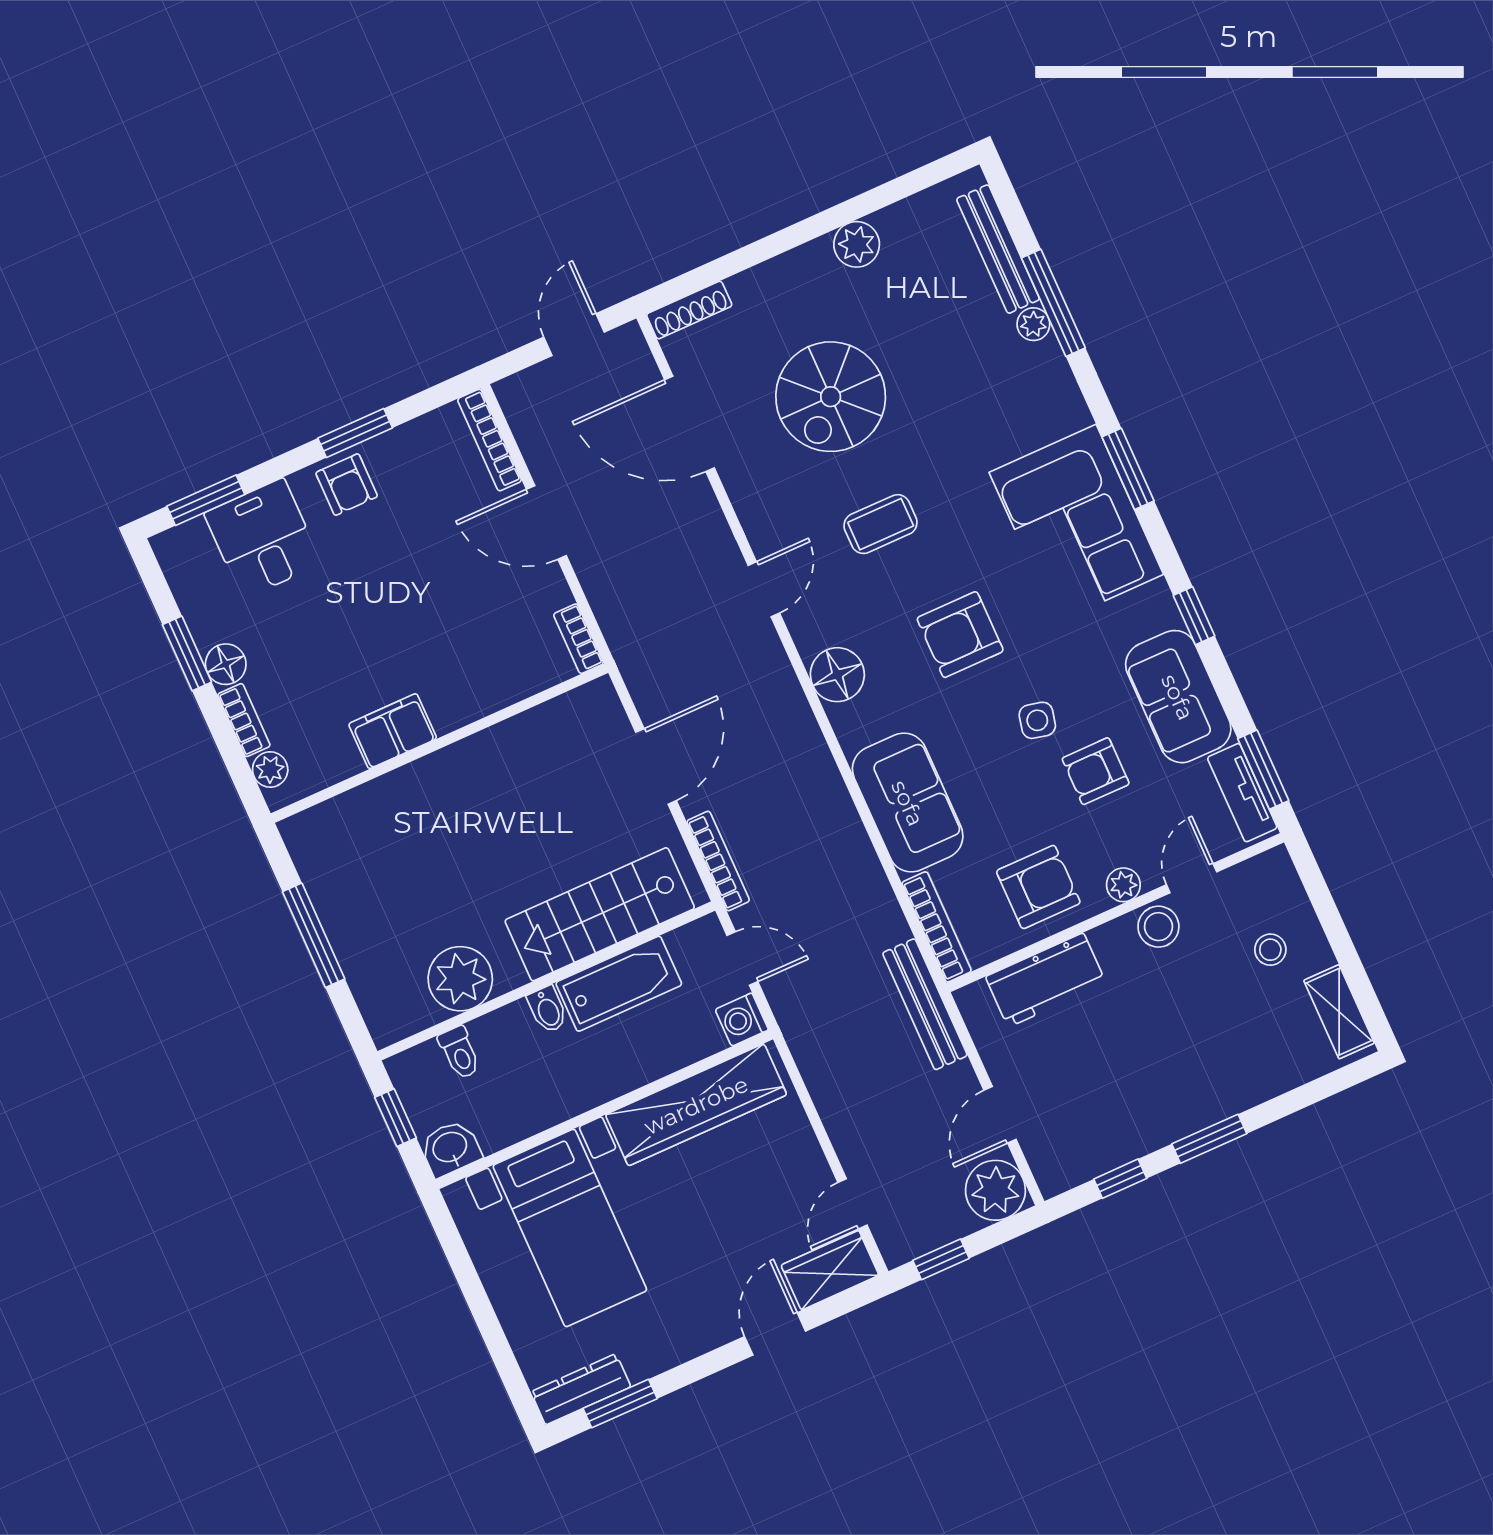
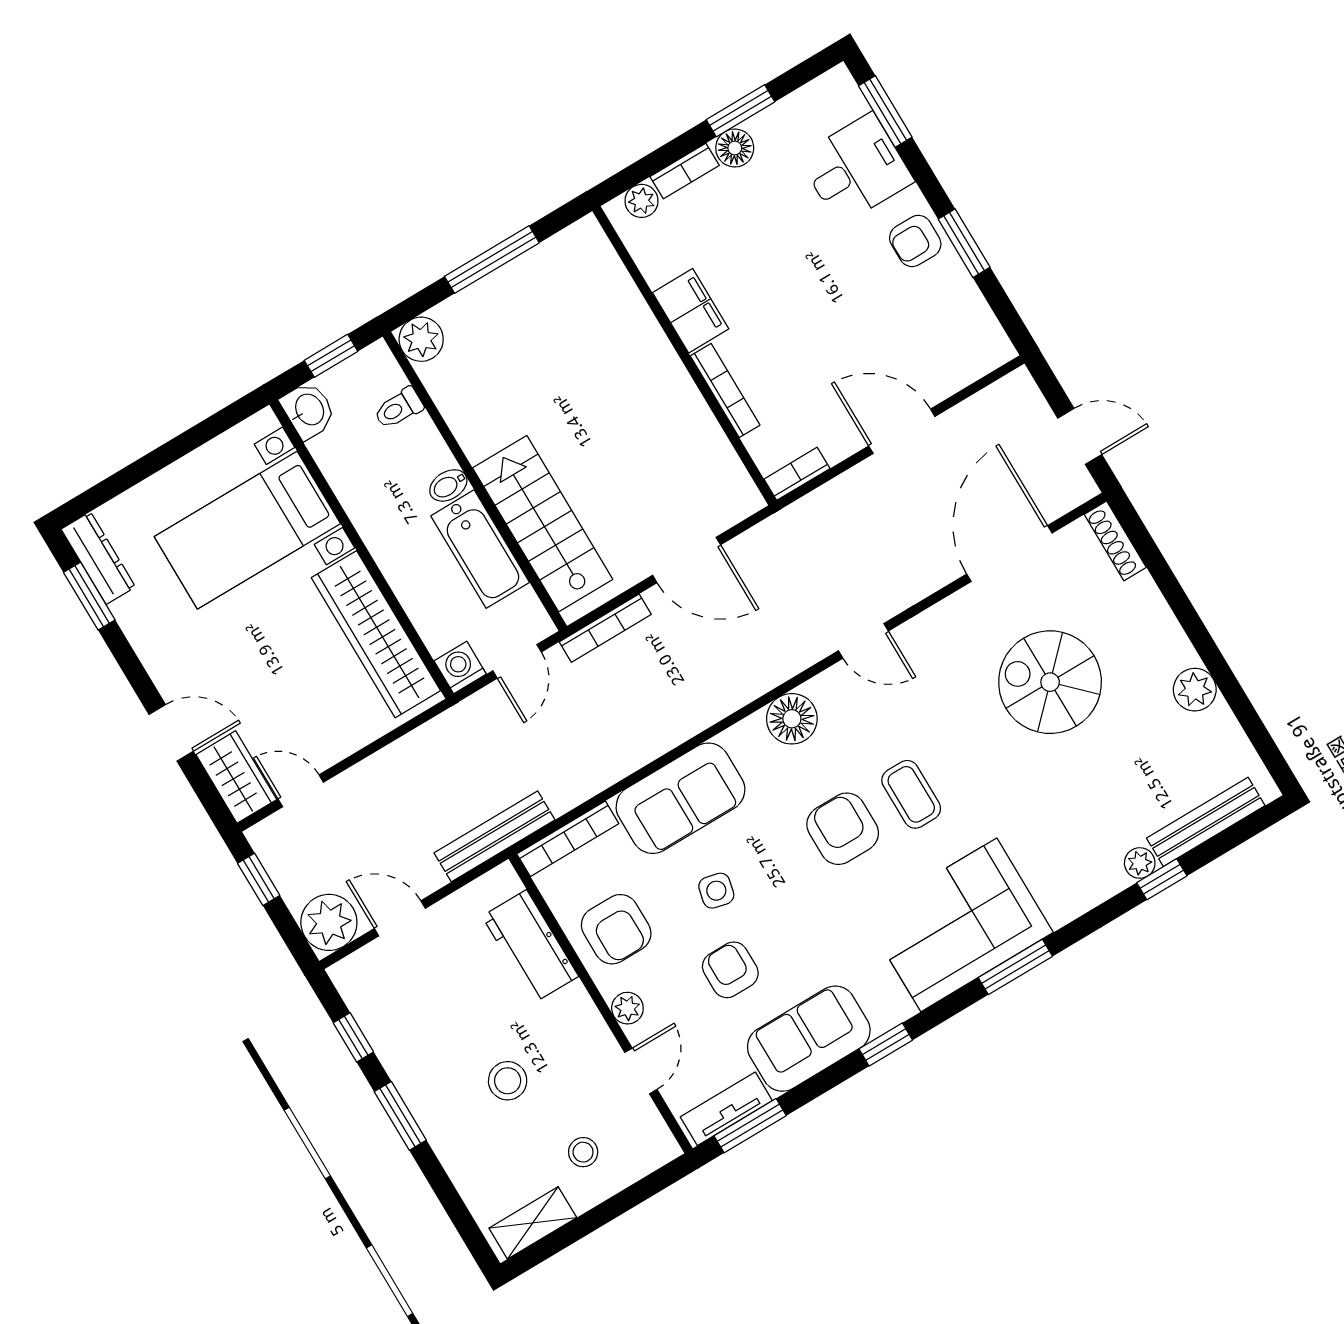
window: (1053, 303) -> (1162, 879), width x0.46
bookcase: (489, 440) -> (725, 390), moved, turned 90
door: (546, 522) -> (902, 431), hinge flipped
coffee table: (881, 524) -> (911, 794), moved
side table: (1037, 720) -> (716, 891), moved
door: (1192, 878) -> (641, 1071), hinge flipped
stool: (1158, 927) -> (508, 1081), moved
plant: (460, 979) -> (421, 339), moved, width x0.73, depth x0.73

